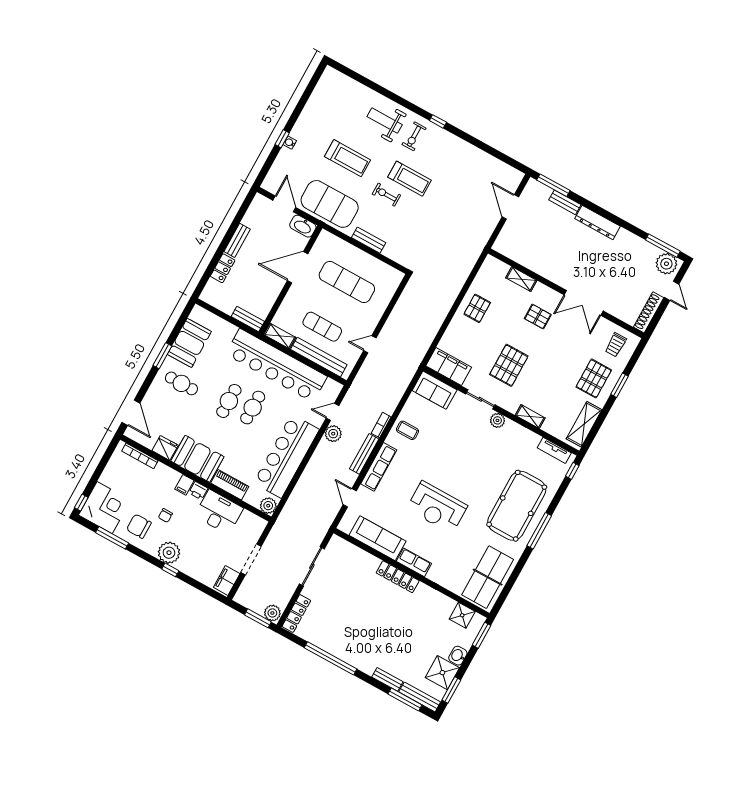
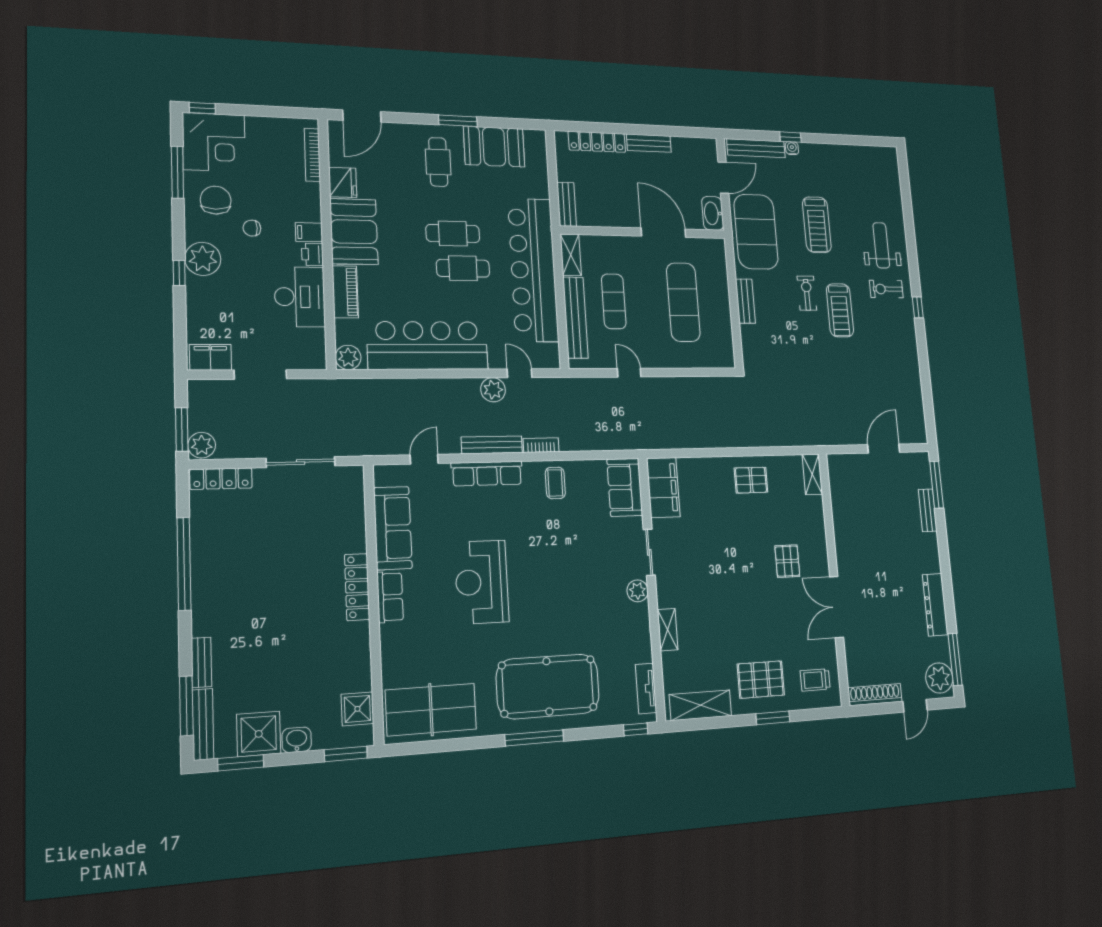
bench: (277, 168) -> (756, 148), added
dresser: (597, 222) -> (935, 605), moved
locker: (223, 268) -> (597, 142), width x1.53
shelving: (521, 279) -> (812, 474), moved
pallet: (509, 365) -> (711, 562), removed

